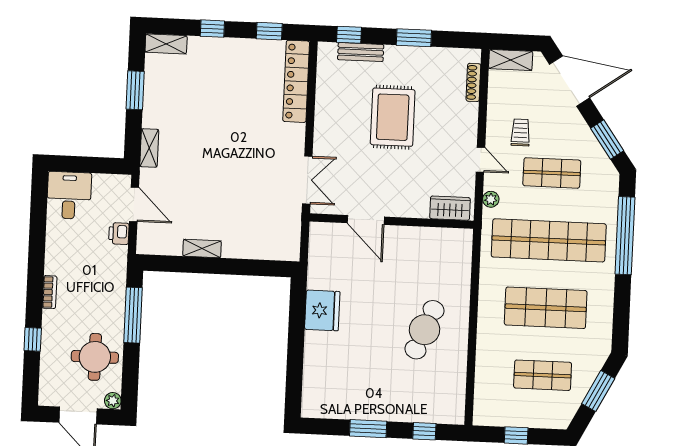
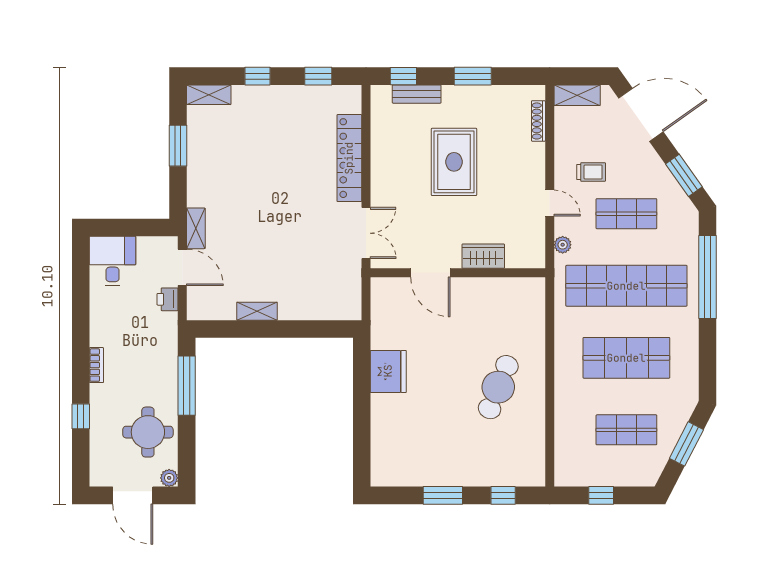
locker: (296, 81) -> (349, 158), moved
trolley: (521, 132) -> (591, 172), turned 90
shelving: (149, 148) -> (196, 228), moved
wardrobe: (450, 208) -> (483, 256), moved

